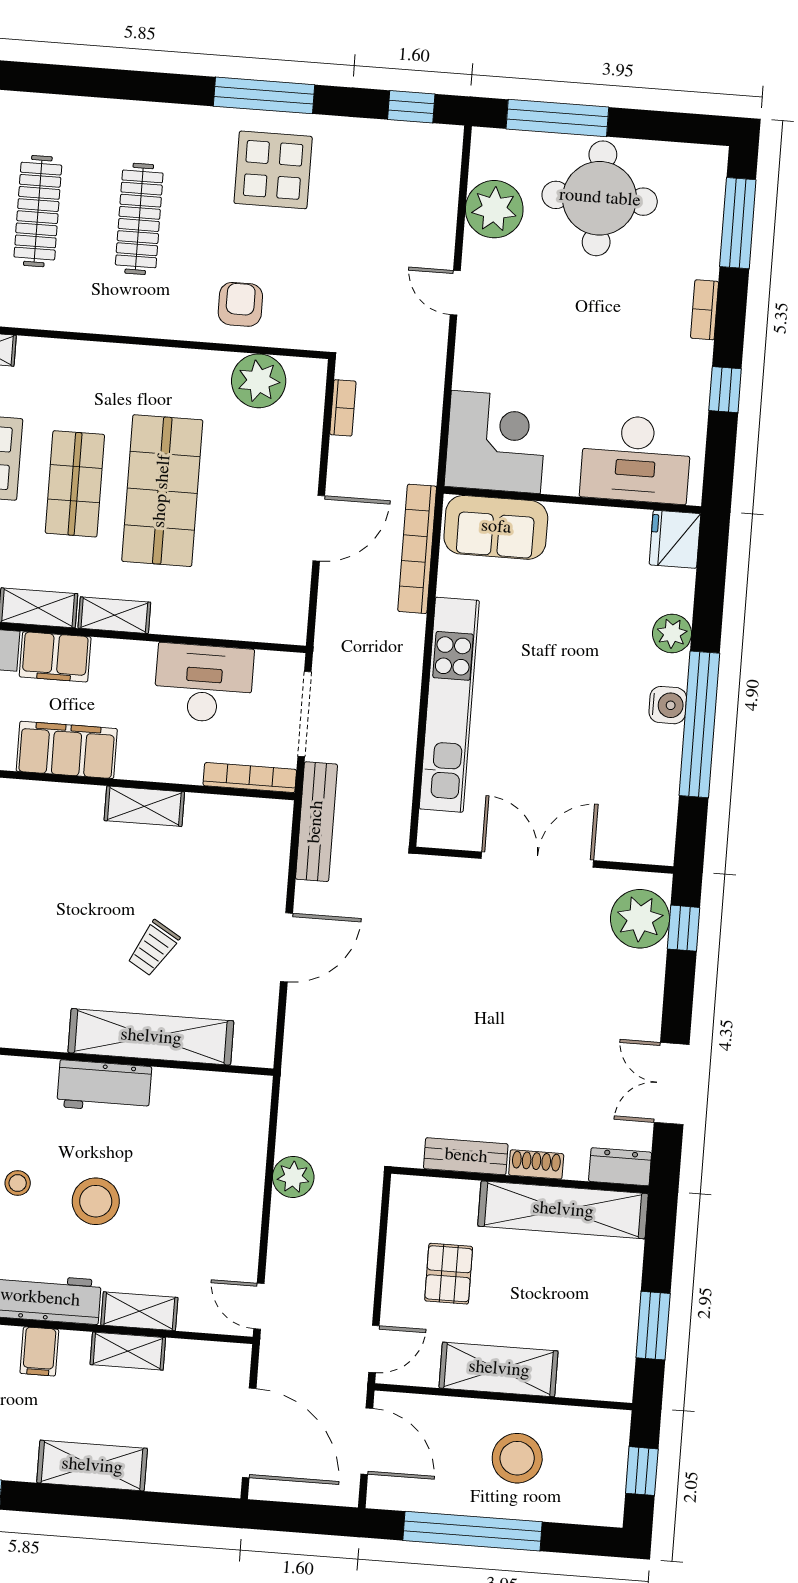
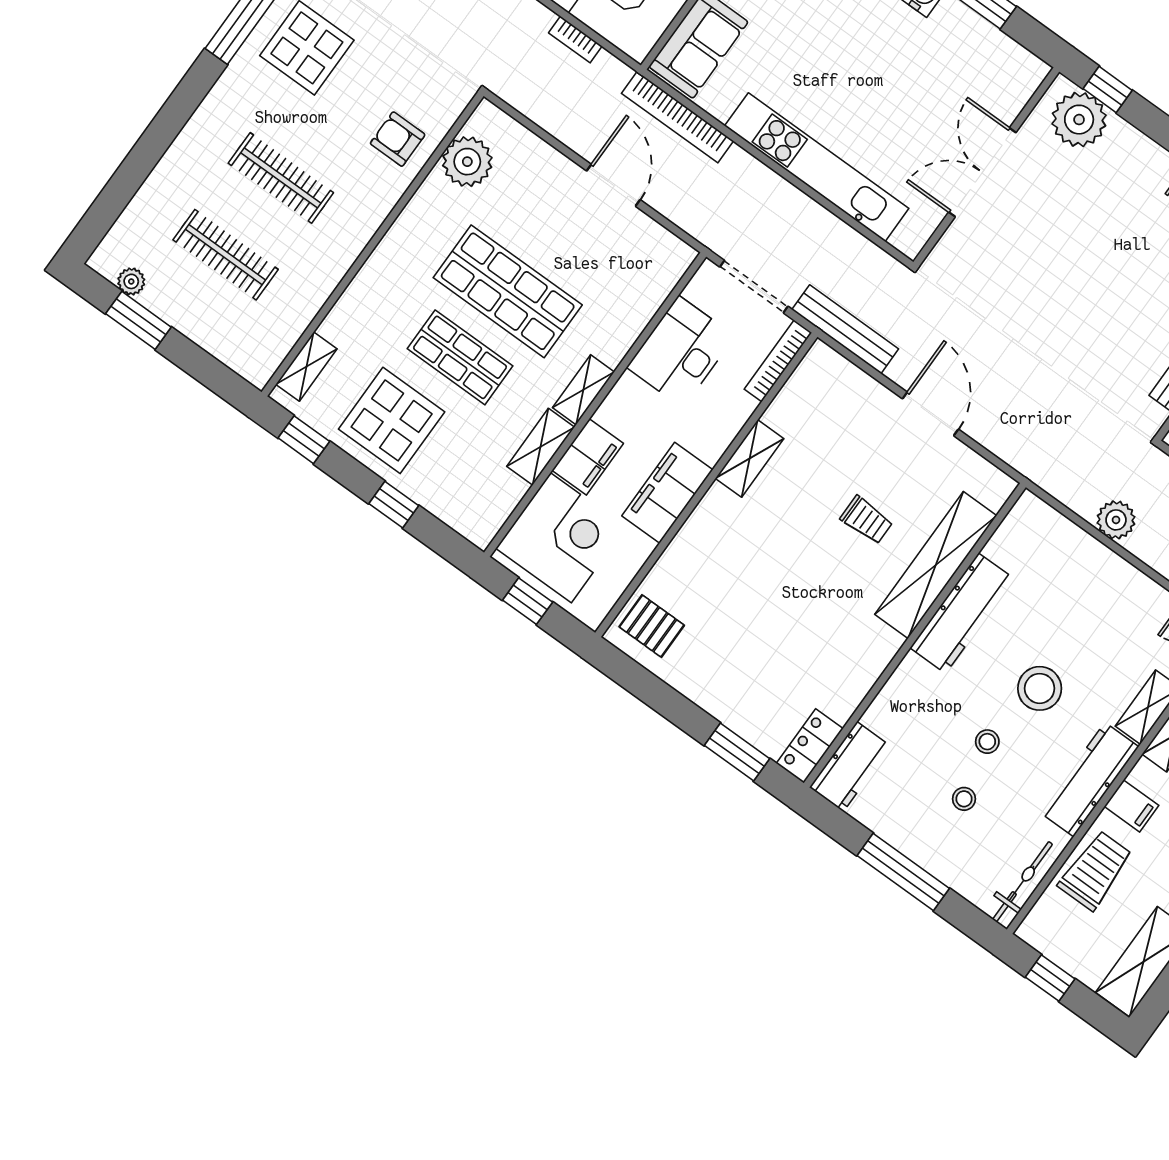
bookcase: (343, 408) -> (575, 39), moved, turned 180
trolley: (153, 948) -> (867, 520), turned -31
workbench: (104, 1087) -> (962, 613), width x1.38

